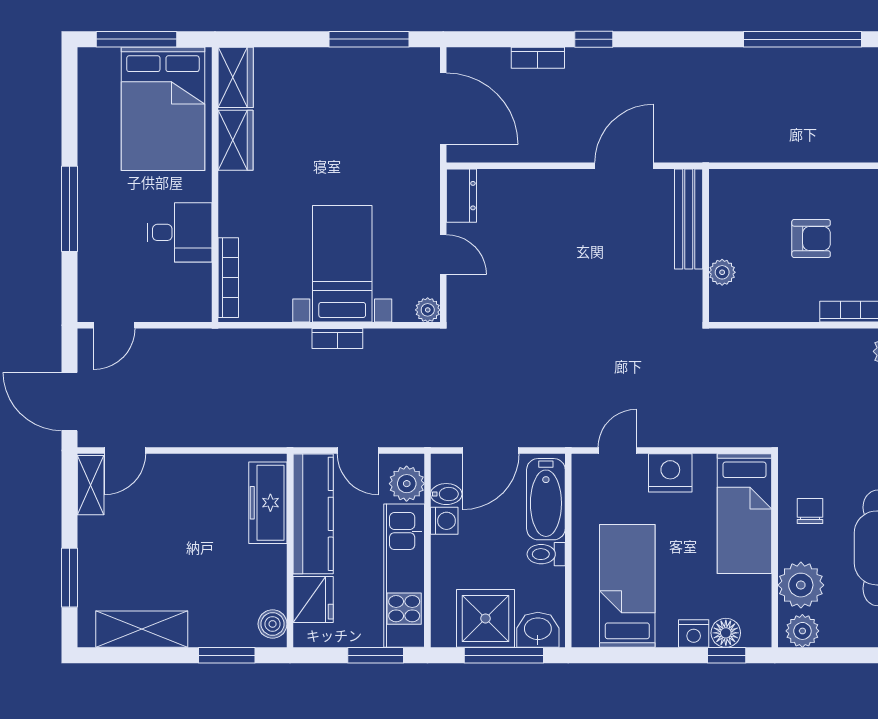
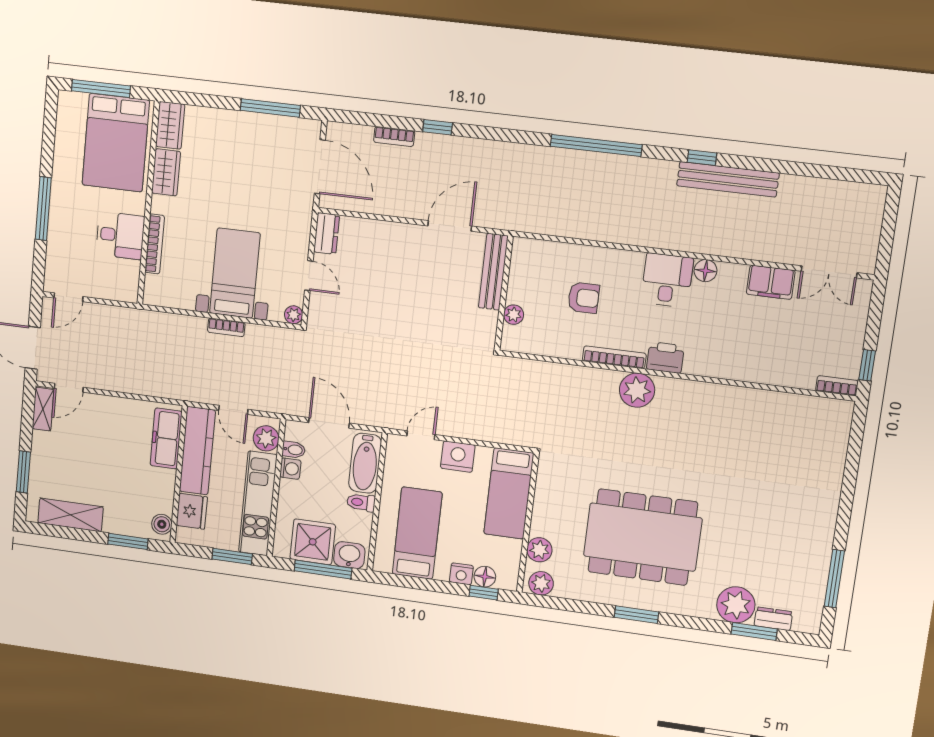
bookcase: (228, 278) -> (155, 244), moved
door: (491, 450) -> (329, 423), swing flipped
chair: (810, 511) -> (557, 498), removed
plant: (801, 585) -> (539, 550), width x0.73, depth x0.73

